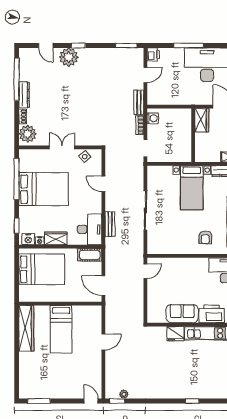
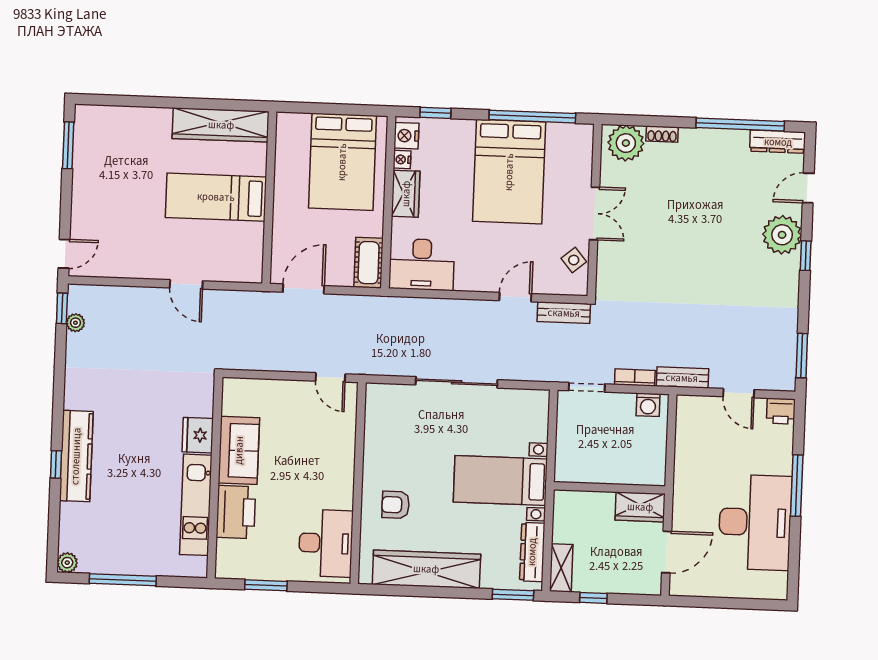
dresser: (24, 95) -> (778, 142), moved
bench: (110, 224) -> (564, 313), moved
kitchen counter: (188, 391) -> (76, 456), added

